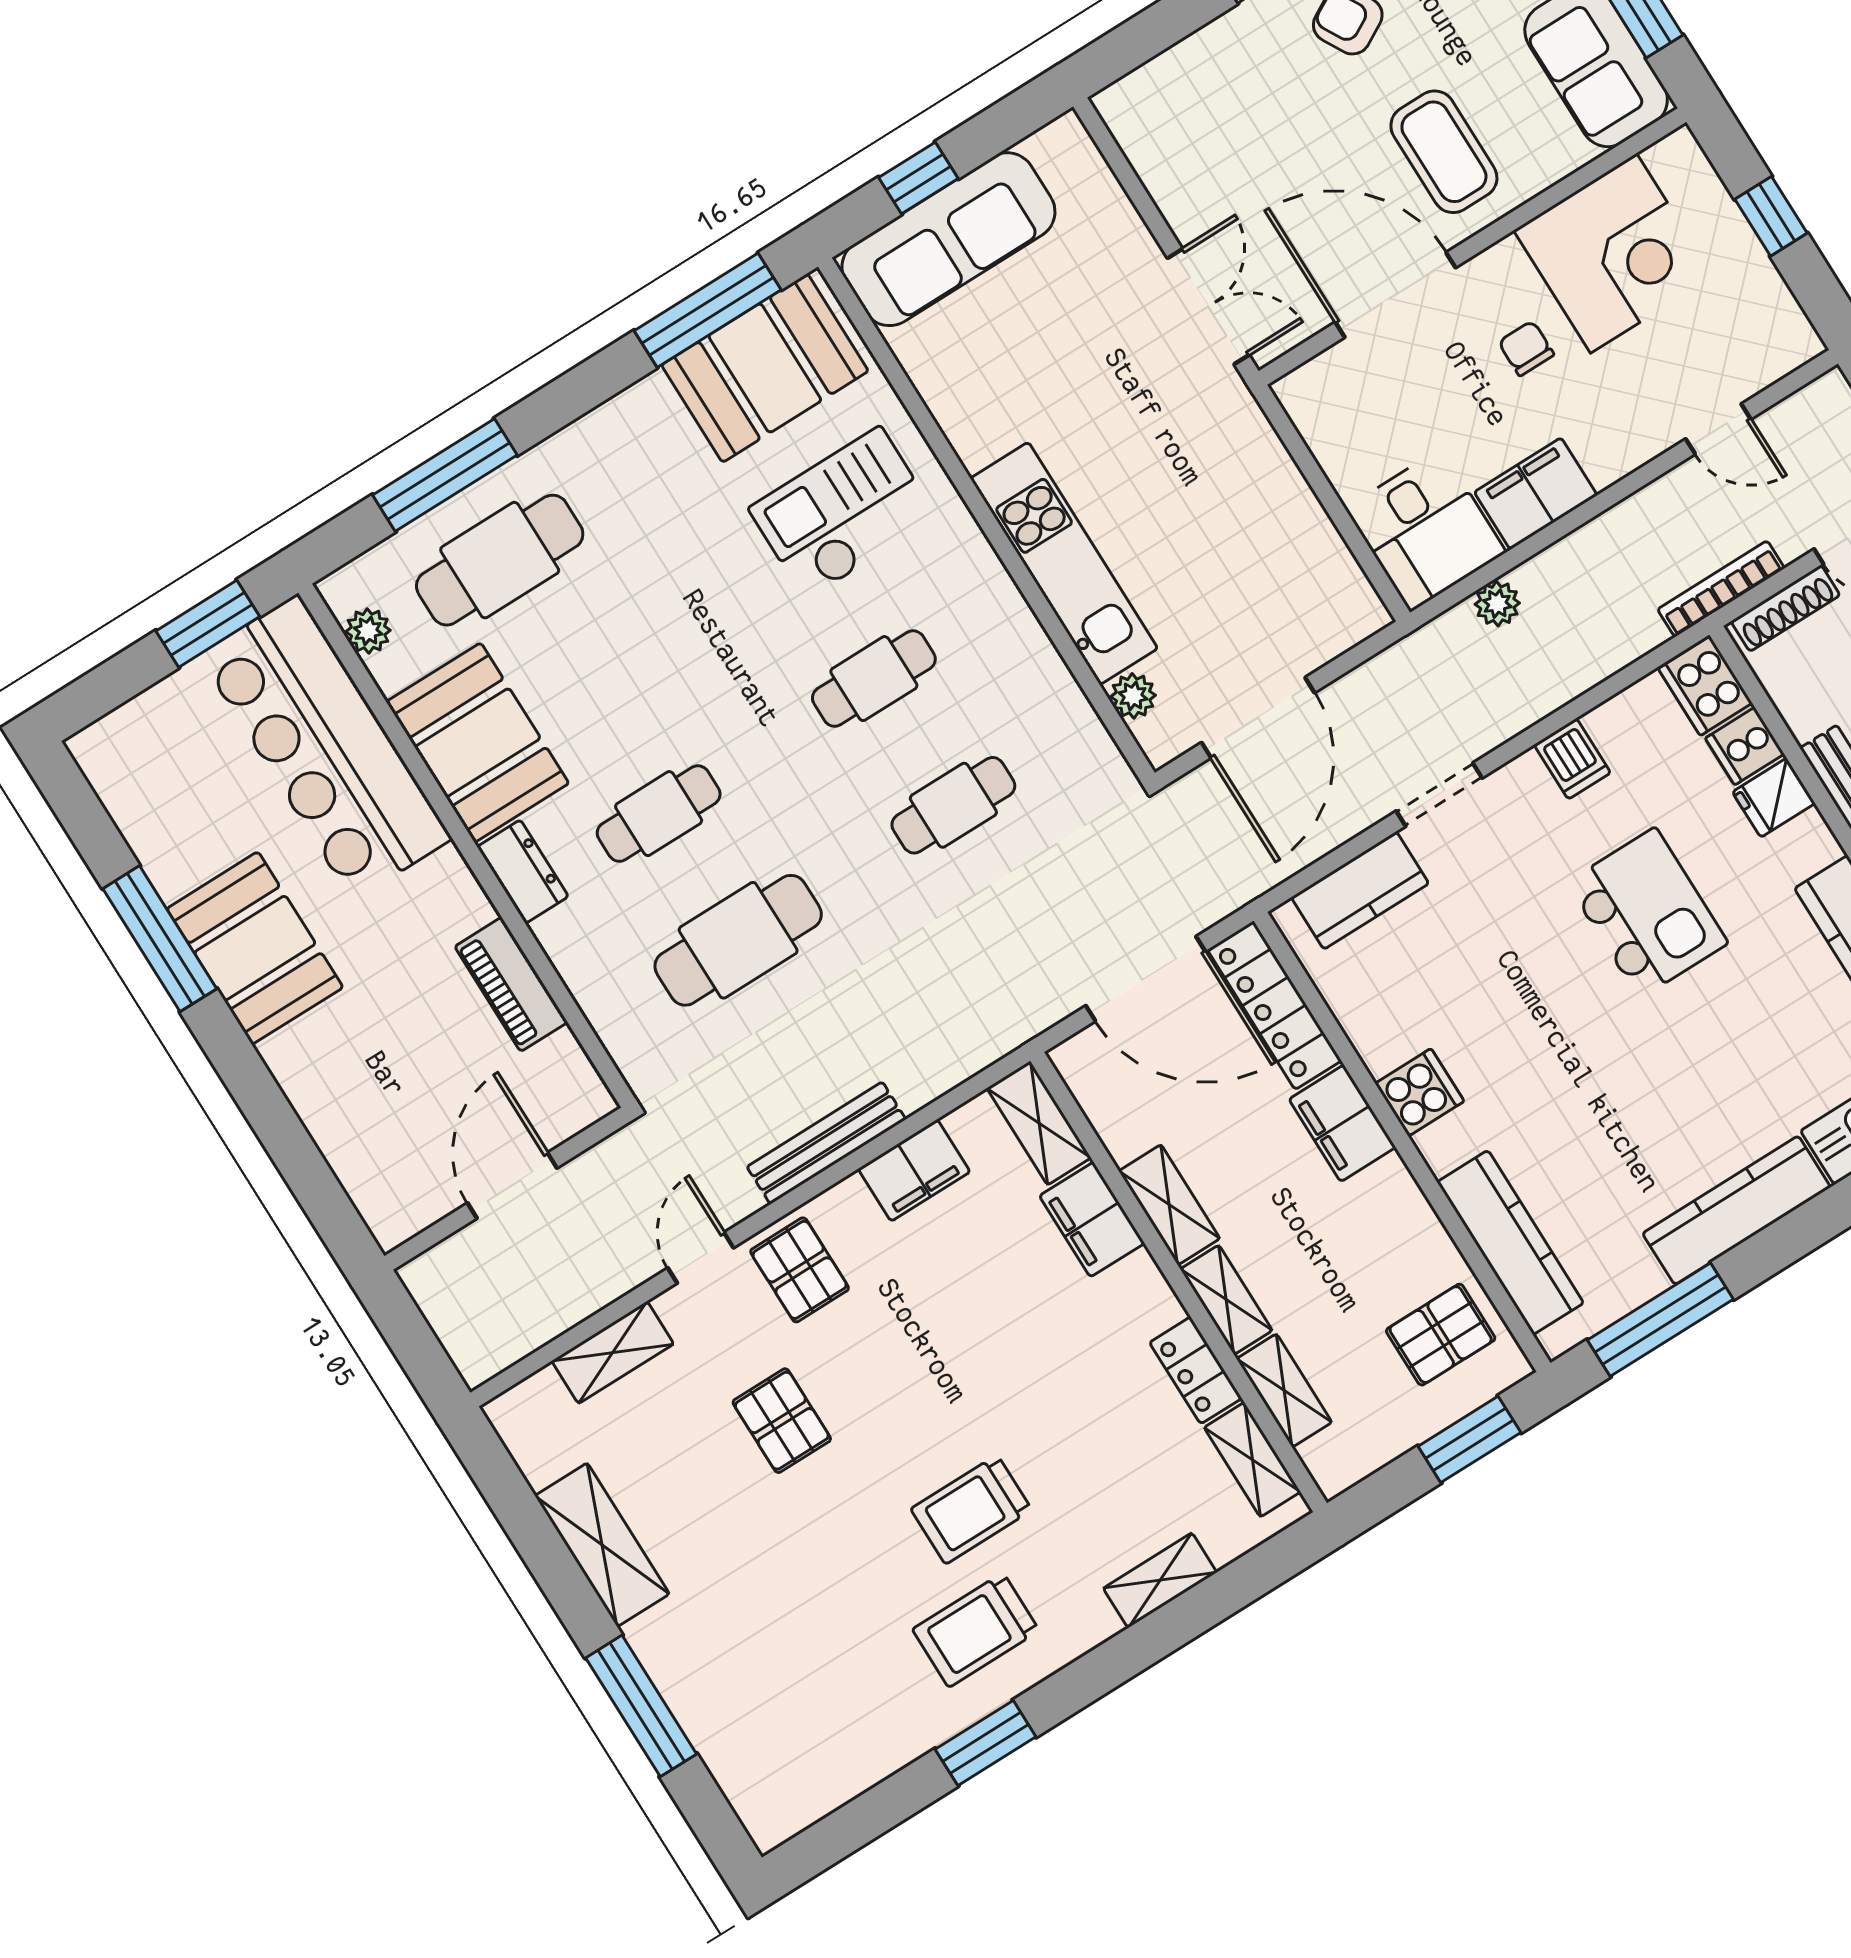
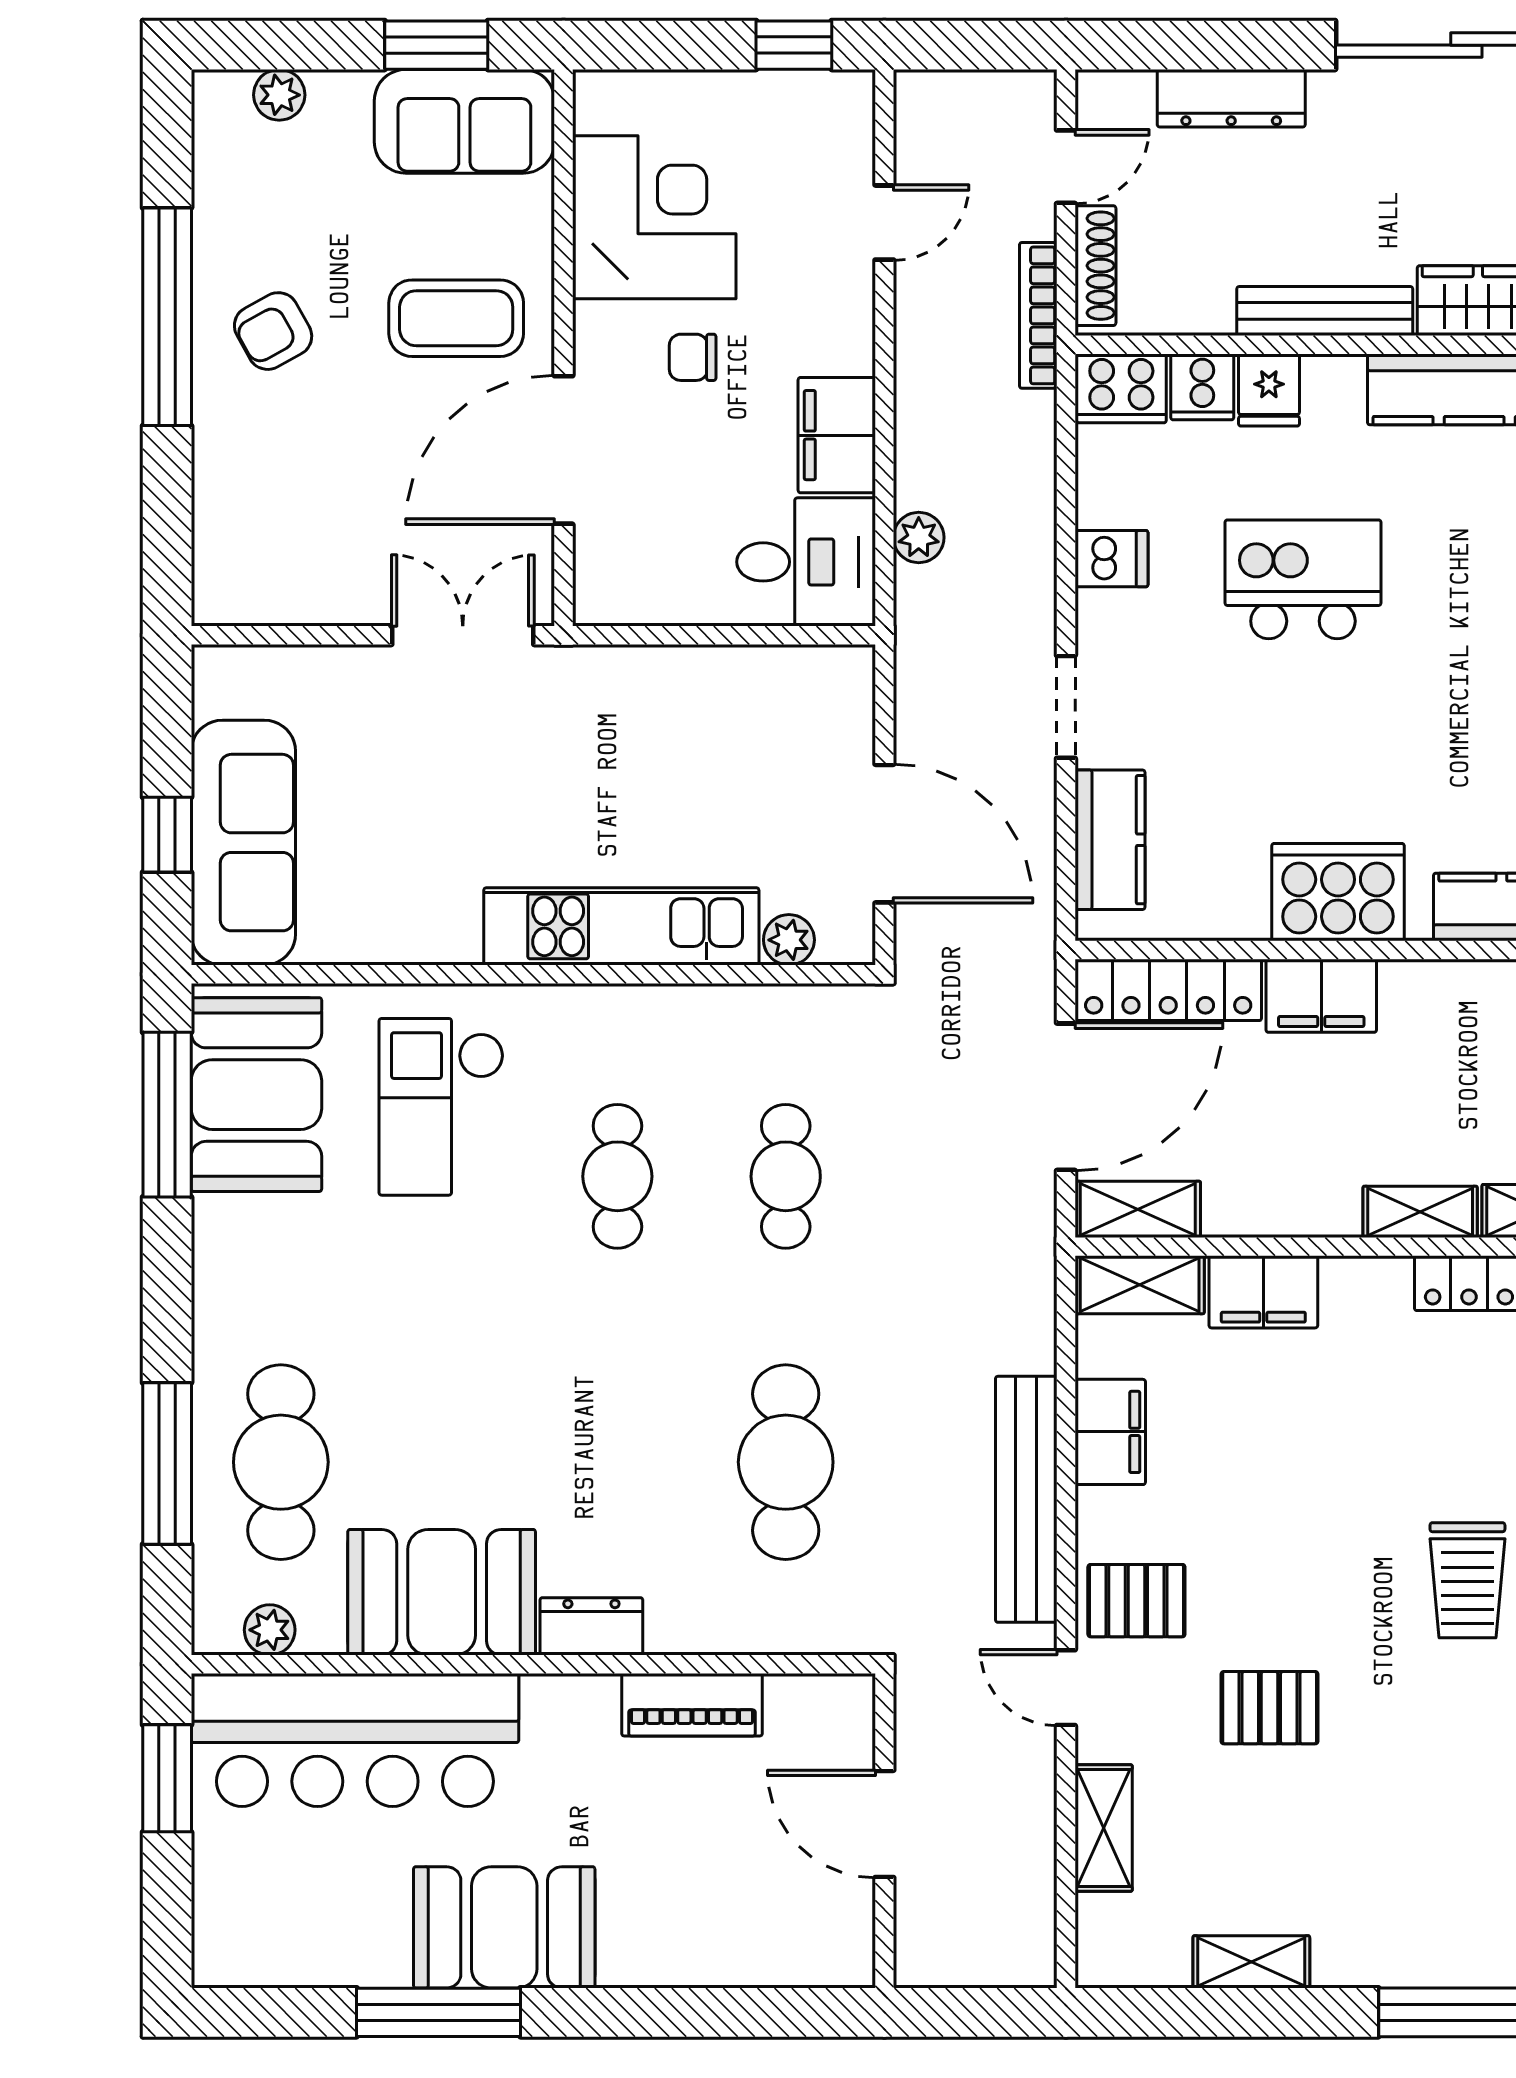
window: (1771, 216) -> (794, 45), moved
cafe table: (659, 814) -> (617, 1462), removed
cooker: (1420, 1092) -> (1338, 892), width x1.87, depth x1.31
bench: (826, 1143) -> (1026, 1499), width x1.37, depth x1.21
shelving: (1169, 1205) -> (1138, 1209), moved
shelving: (602, 1545) -> (1251, 1962), width x0.67, depth x0.75

